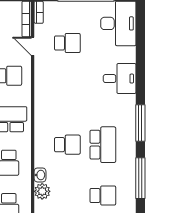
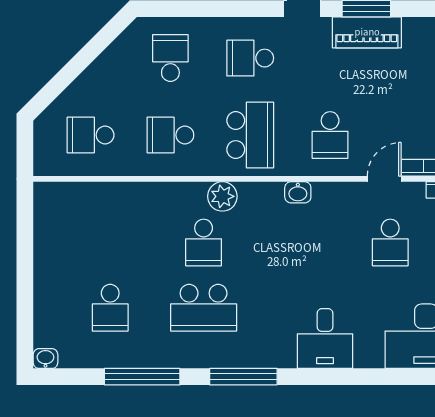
washbasin: (40, 175) -> (298, 192), moved
plant: (42, 191) -> (222, 196), moved

